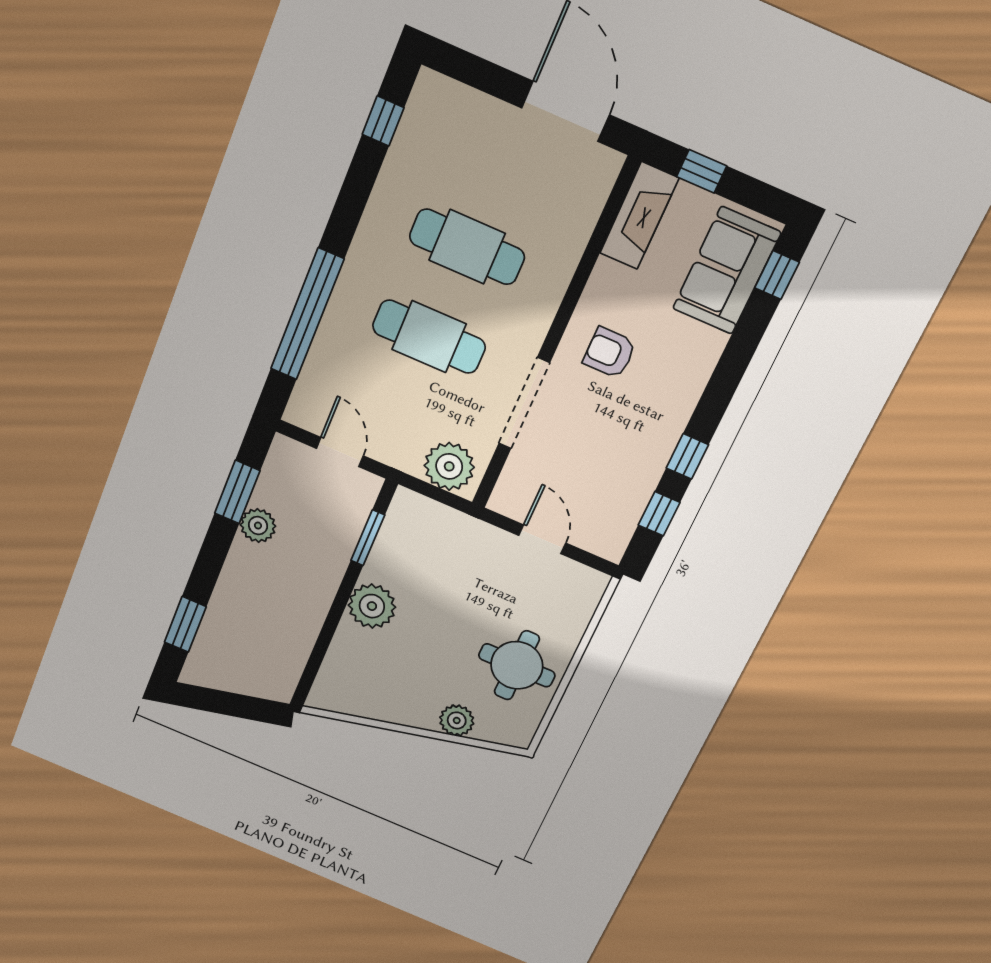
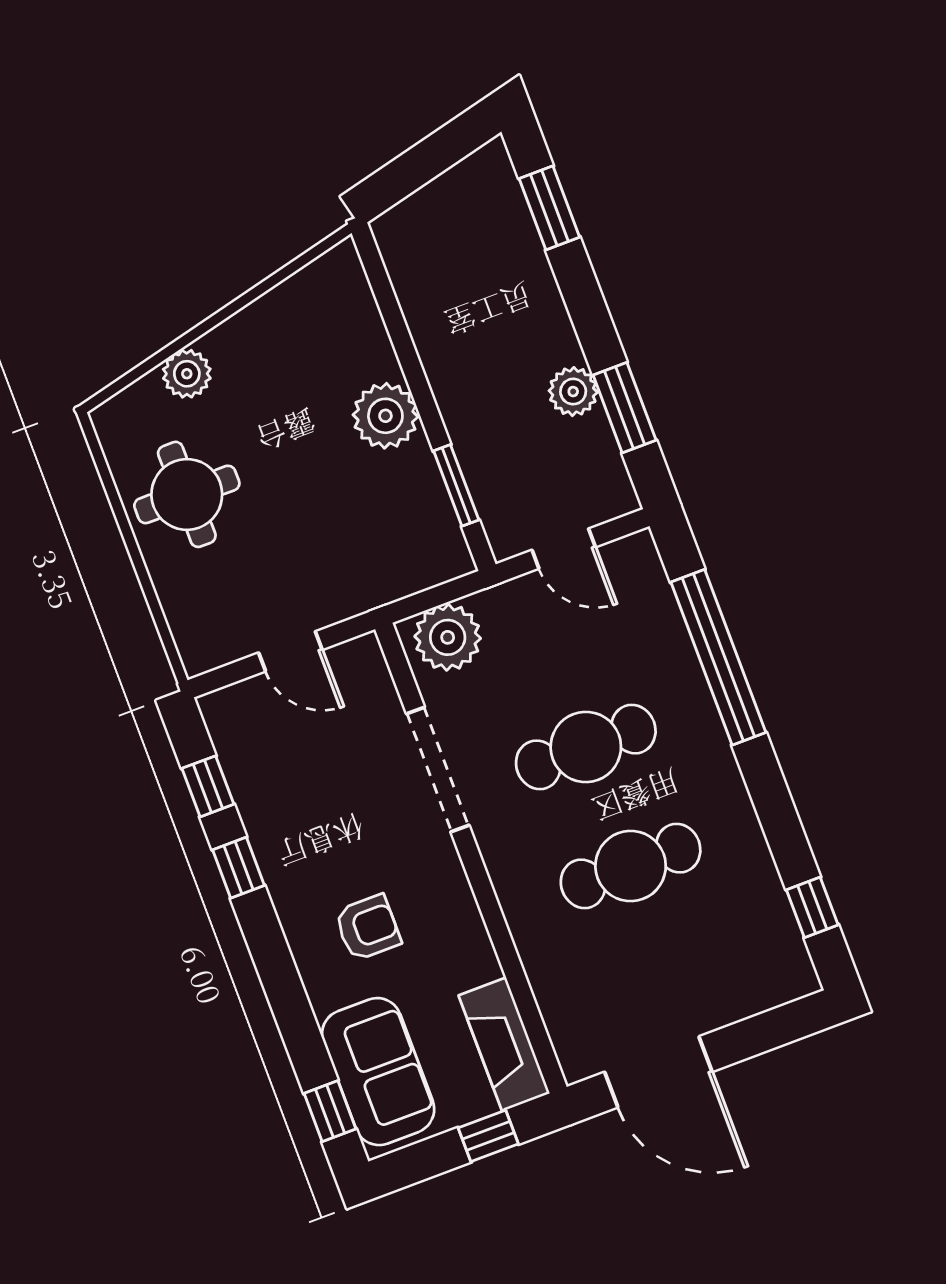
armchair: (609, 353) -> (368, 928), moved

